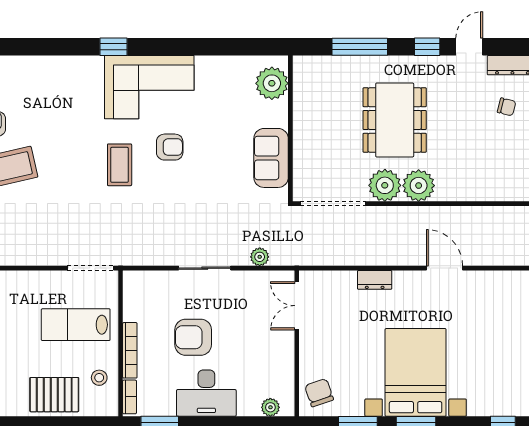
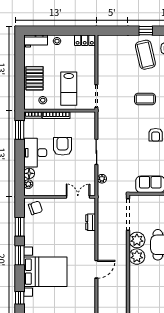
coffee table: (120, 165) -> (145, 99), moved
dresser: (375, 280) -> (91, 222), moved
lab bench: (76, 325) -> (69, 89), turned 180
bed with nightstands: (416, 372) -> (45, 272), moved
floor lamp: (249, 406) -> (29, 173), added

